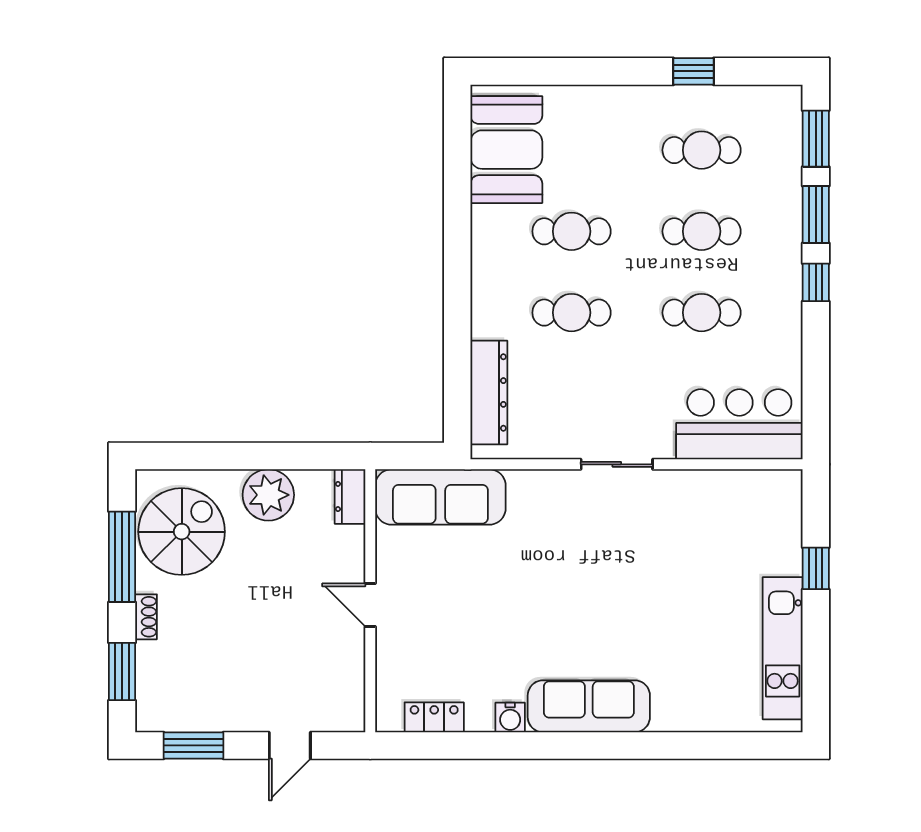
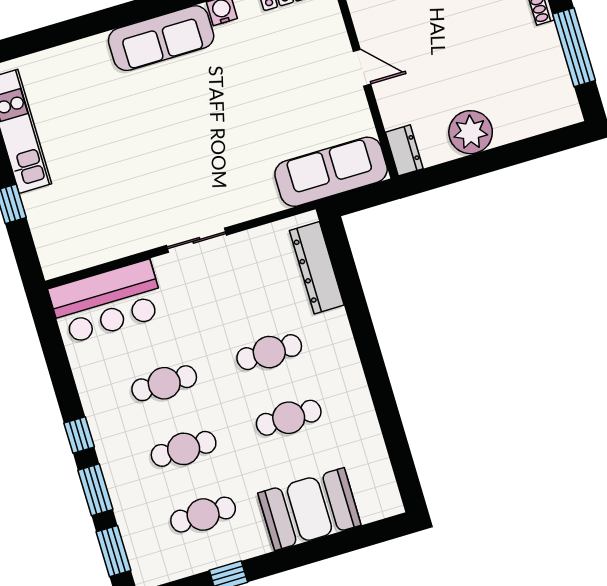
booth: (506, 150) -> (309, 509), moved, turned 90
spiral stairs: (182, 532) -> (532, 82), removed

